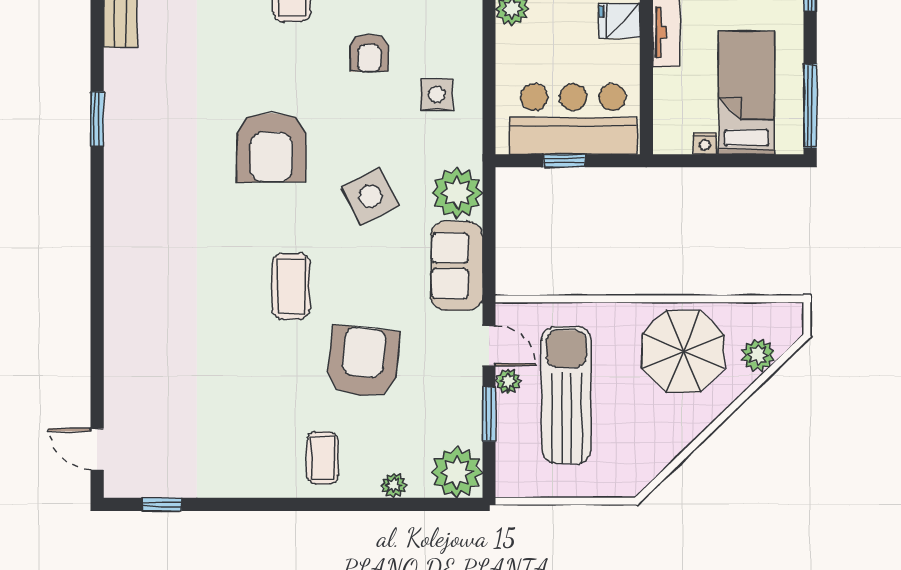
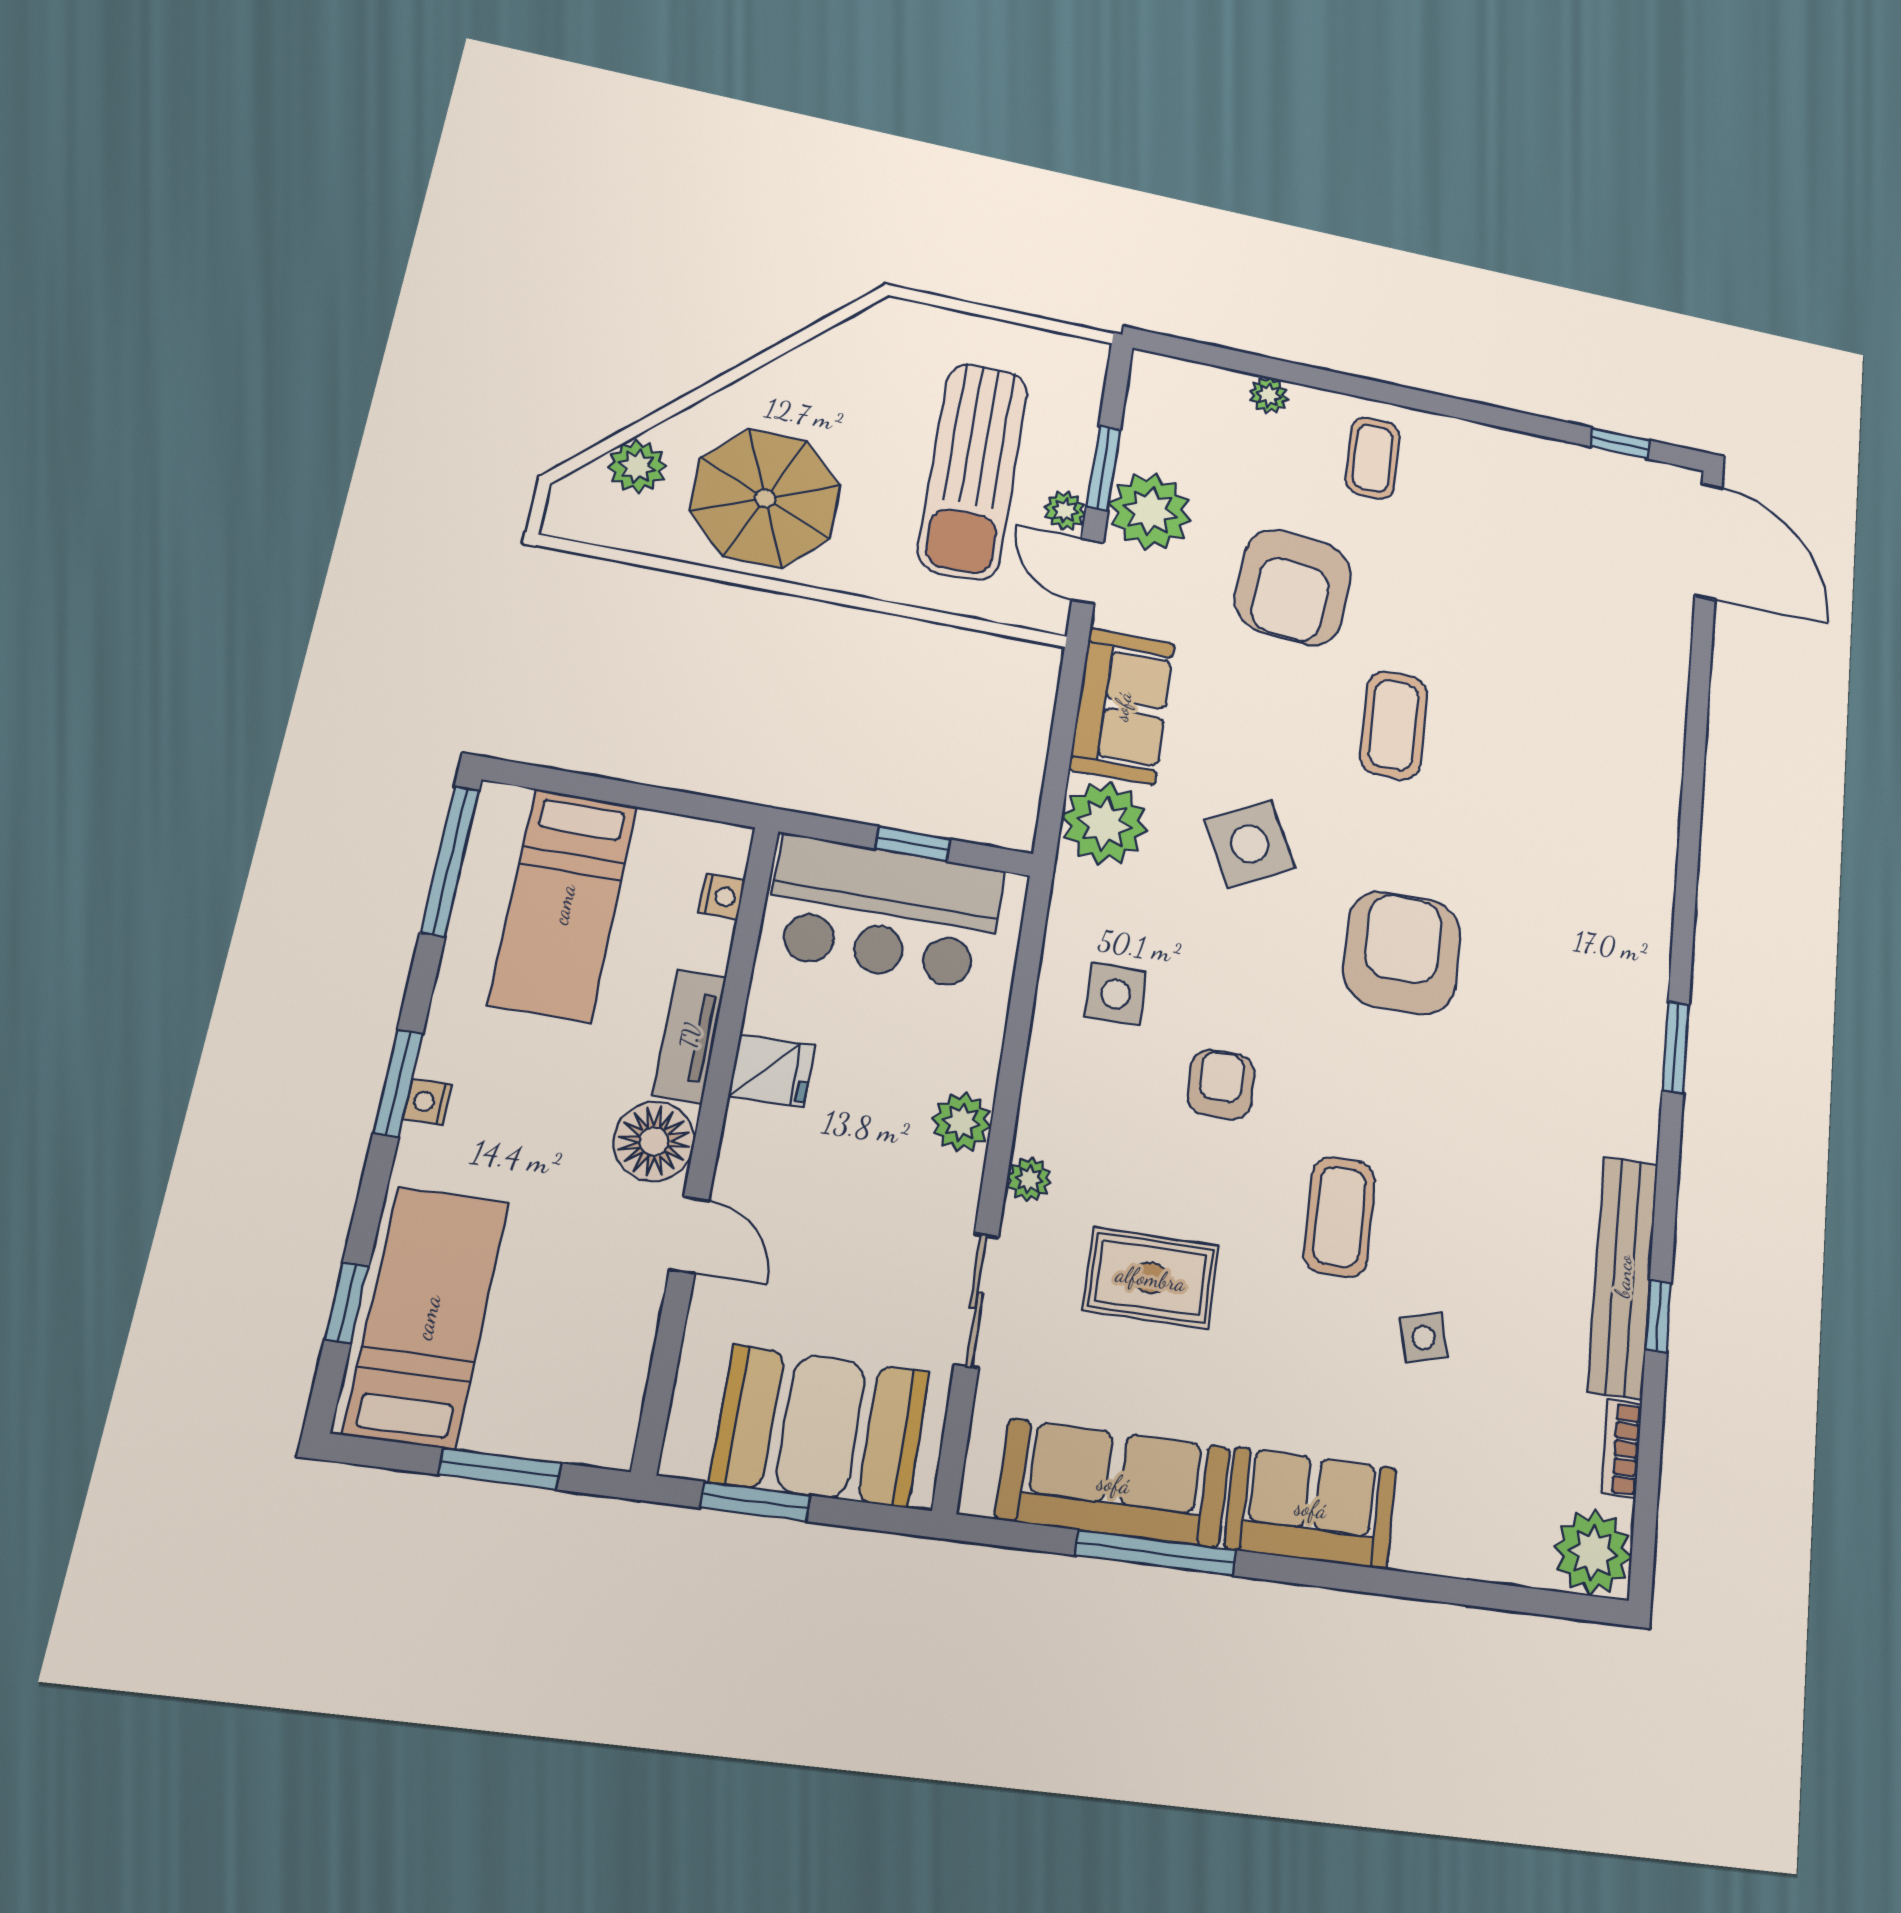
nightstand: (705, 144) -> (722, 896), moved, turned 90
door: (97, 449) -> (1708, 541), width x1.87
plant: (457, 472) -> (1150, 511), moved

